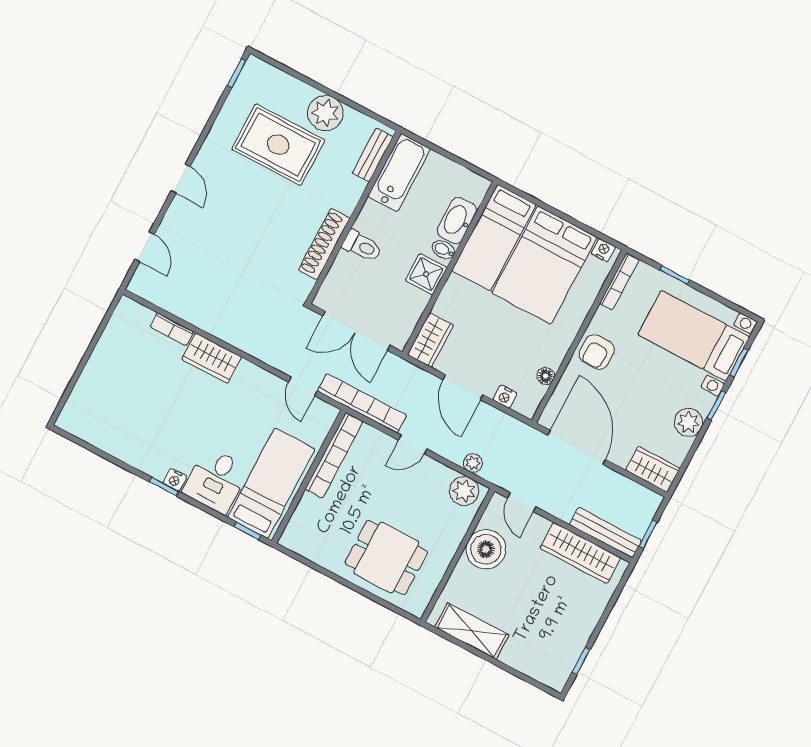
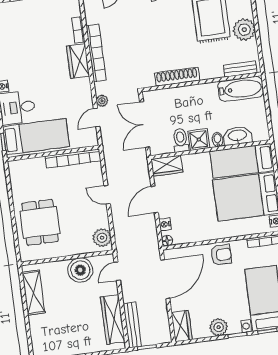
toilet: (362, 246) -> (181, 140), moved, turned 180
armchair: (597, 352) -> (221, 255), turned 180
floor lamp: (546, 376) -> (167, 241), moved
bookcase: (362, 403) -> (96, 53), moved
plant: (473, 463) -> (102, 101), moved

